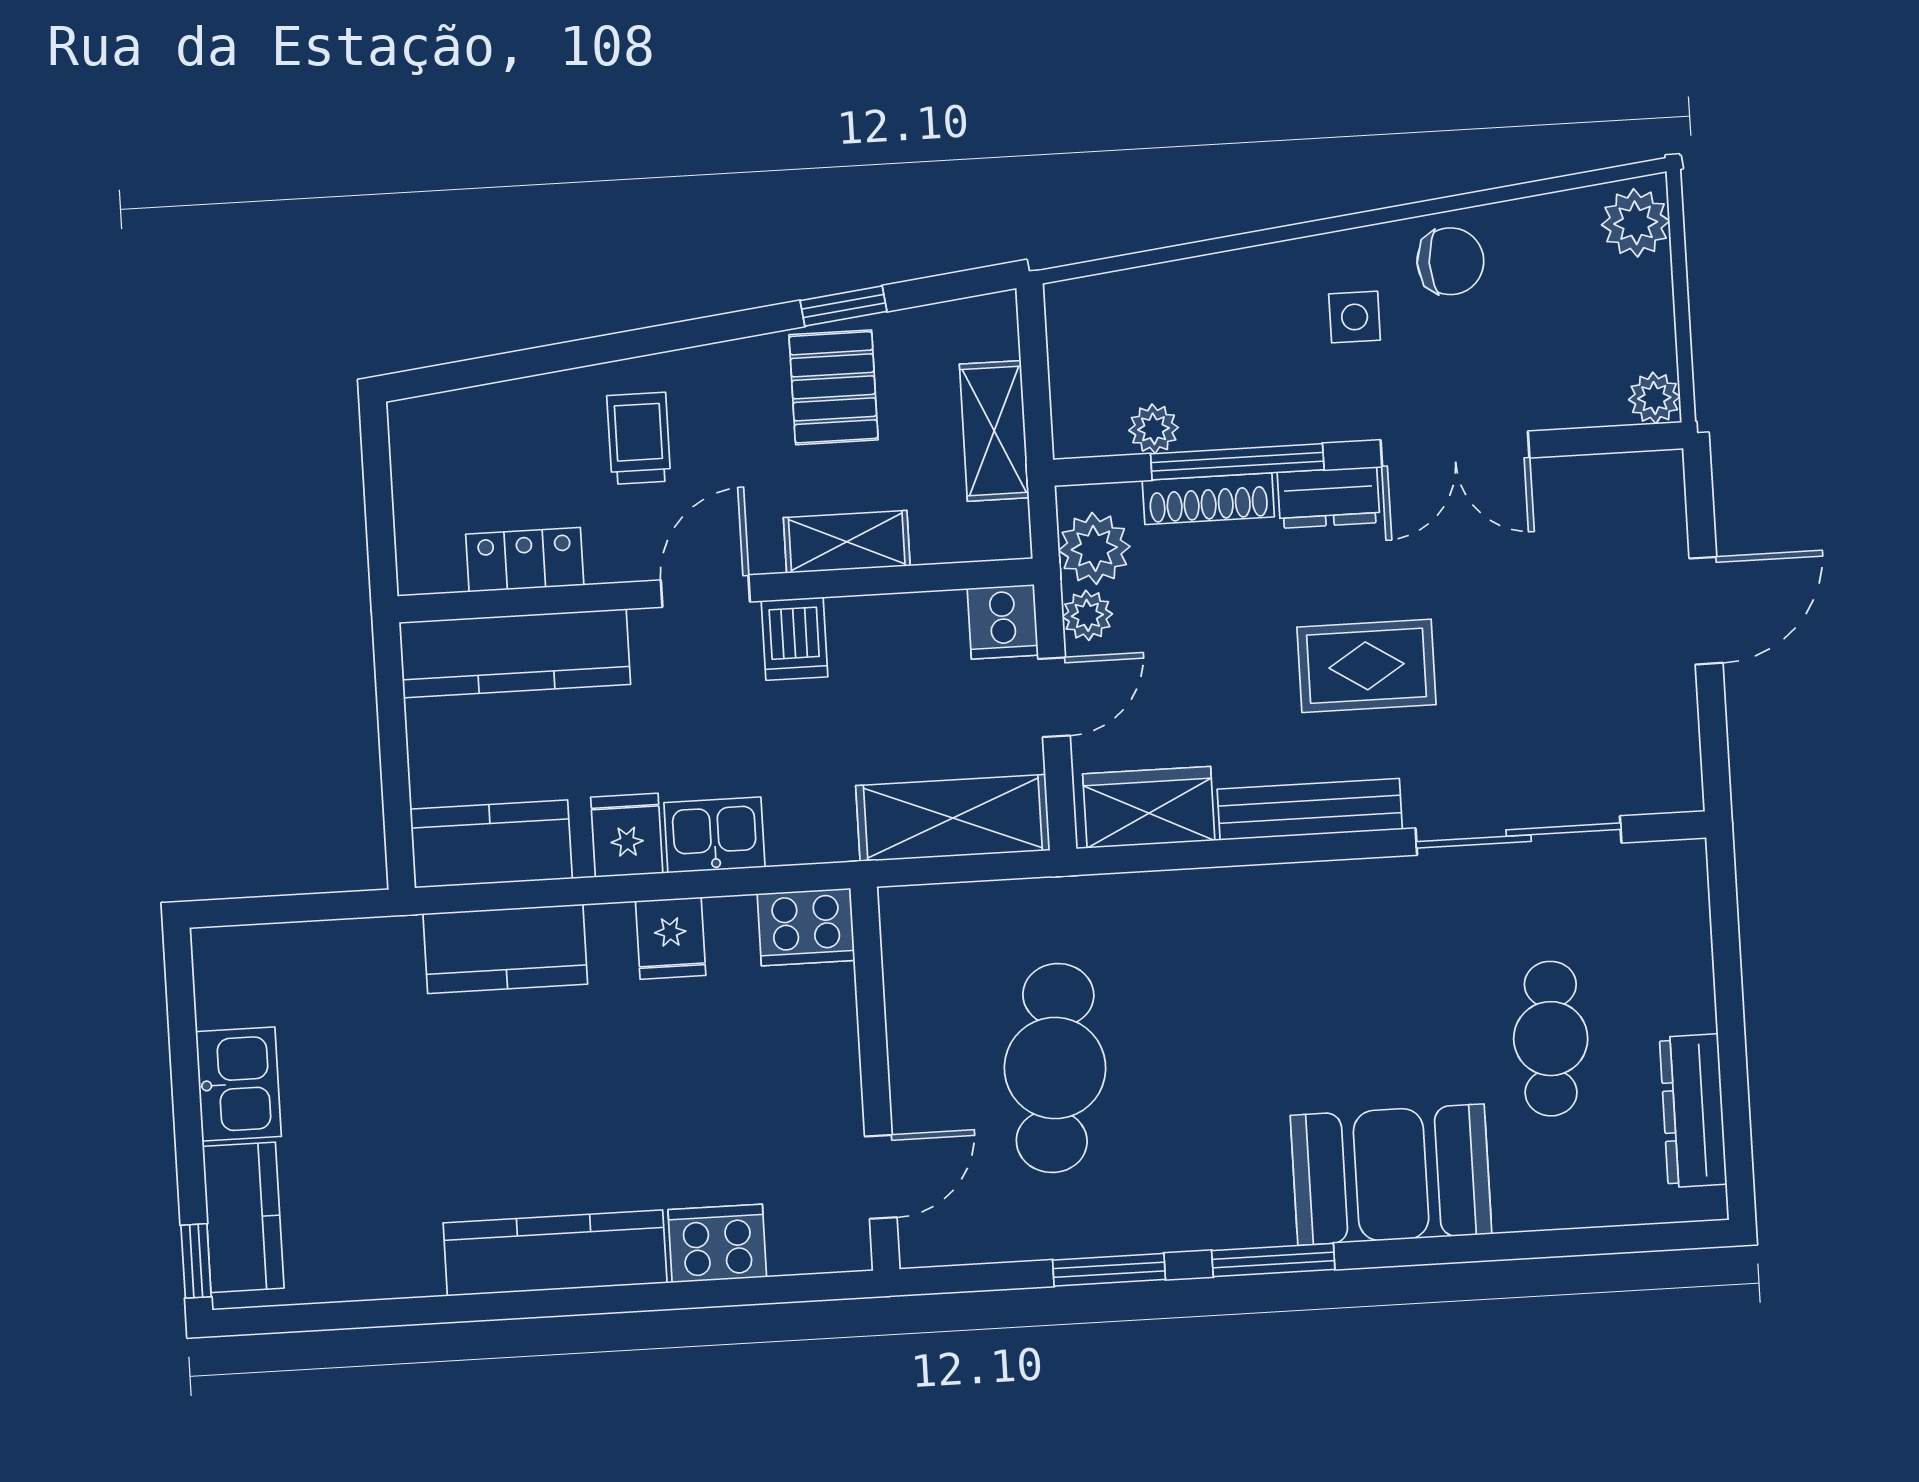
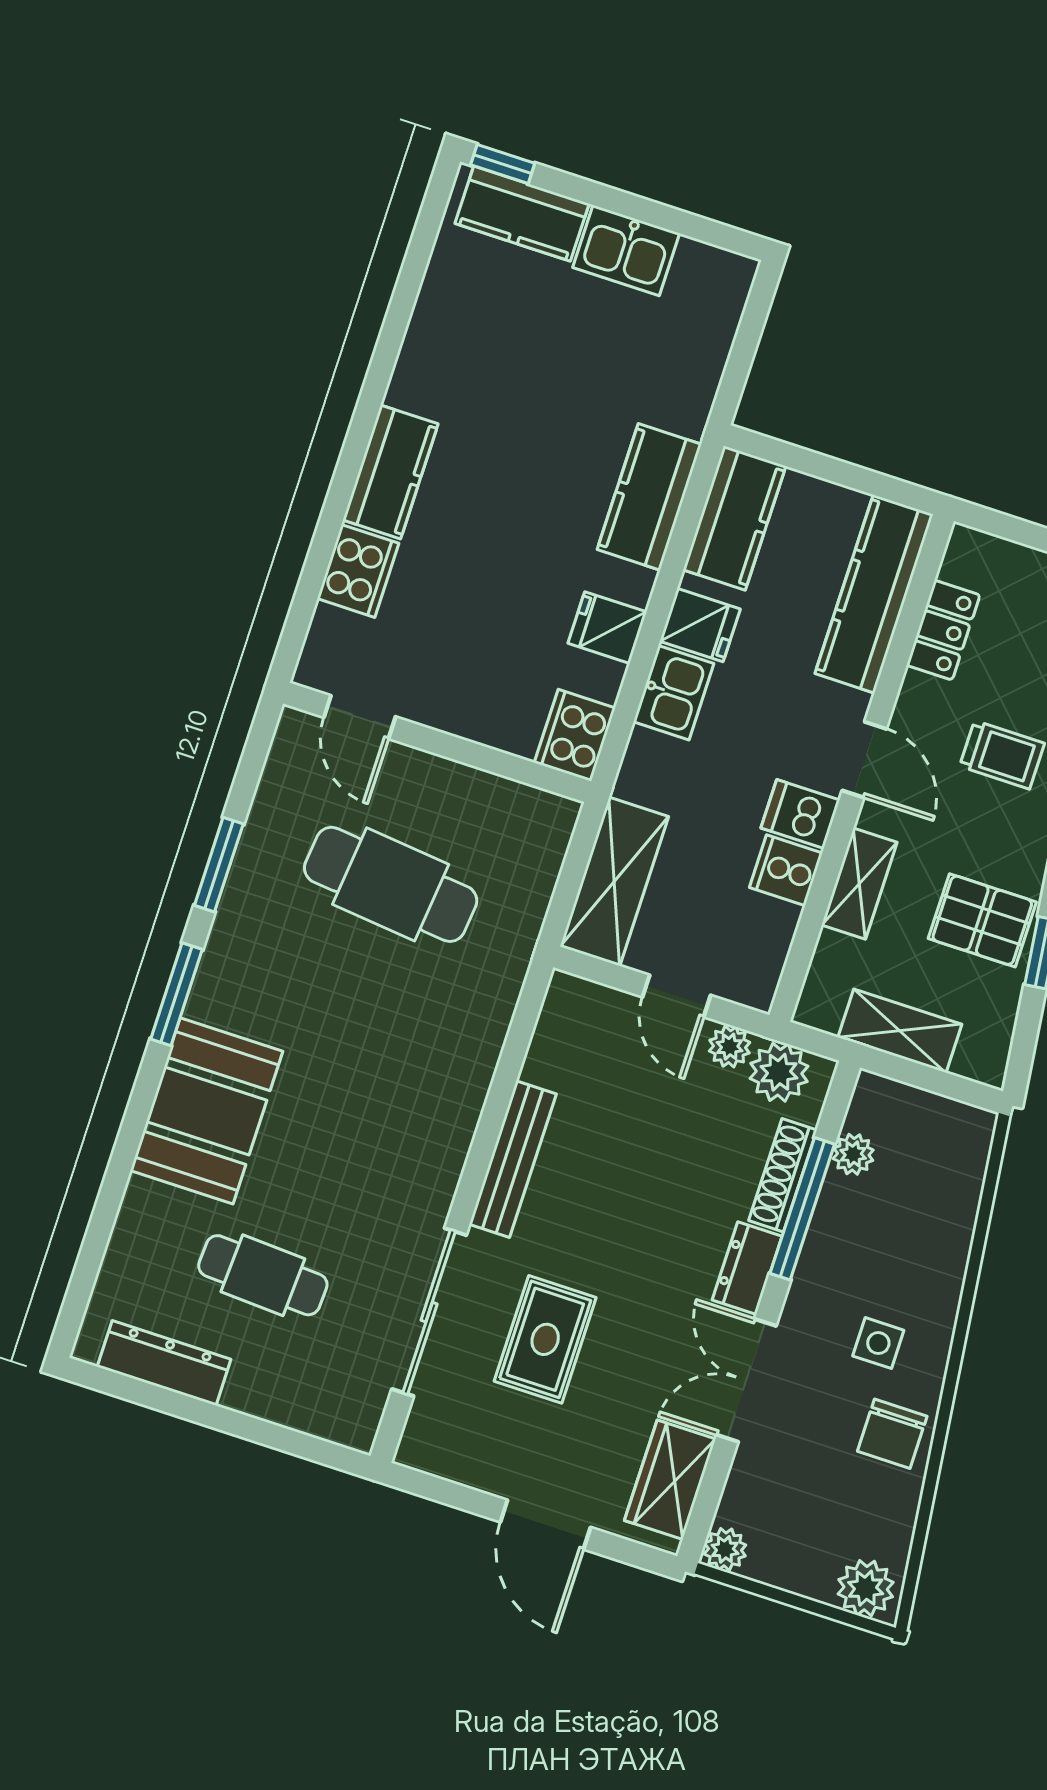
cooker: (1003, 622) -> (786, 870), moved
rug: (1367, 666) -> (545, 1339), moved
wardrobe: (1149, 807) -> (670, 1480), moved, turned 180
kitchen counter: (555, 1253) -> (390, 472), width x0.67

